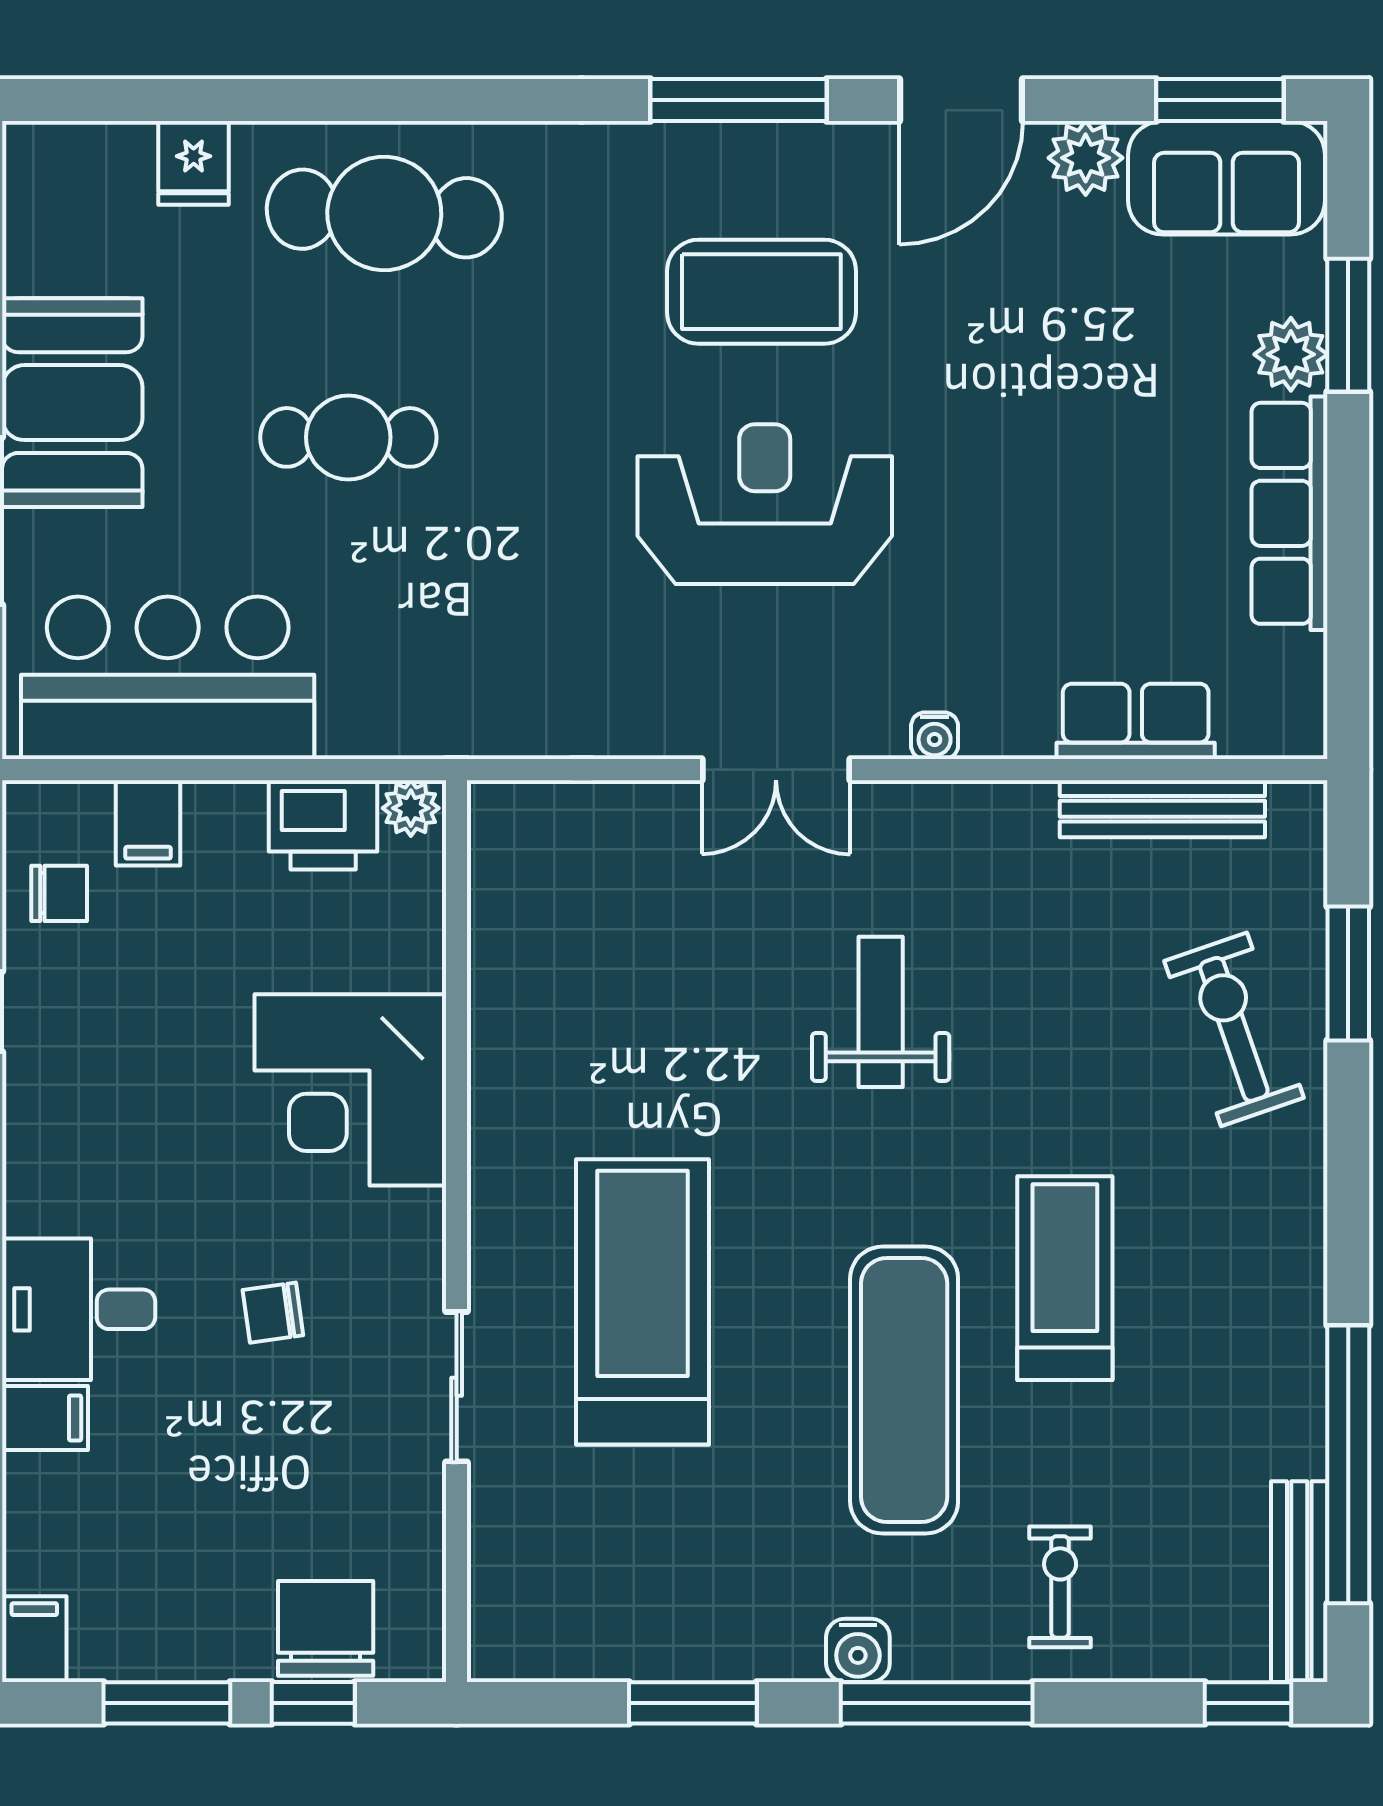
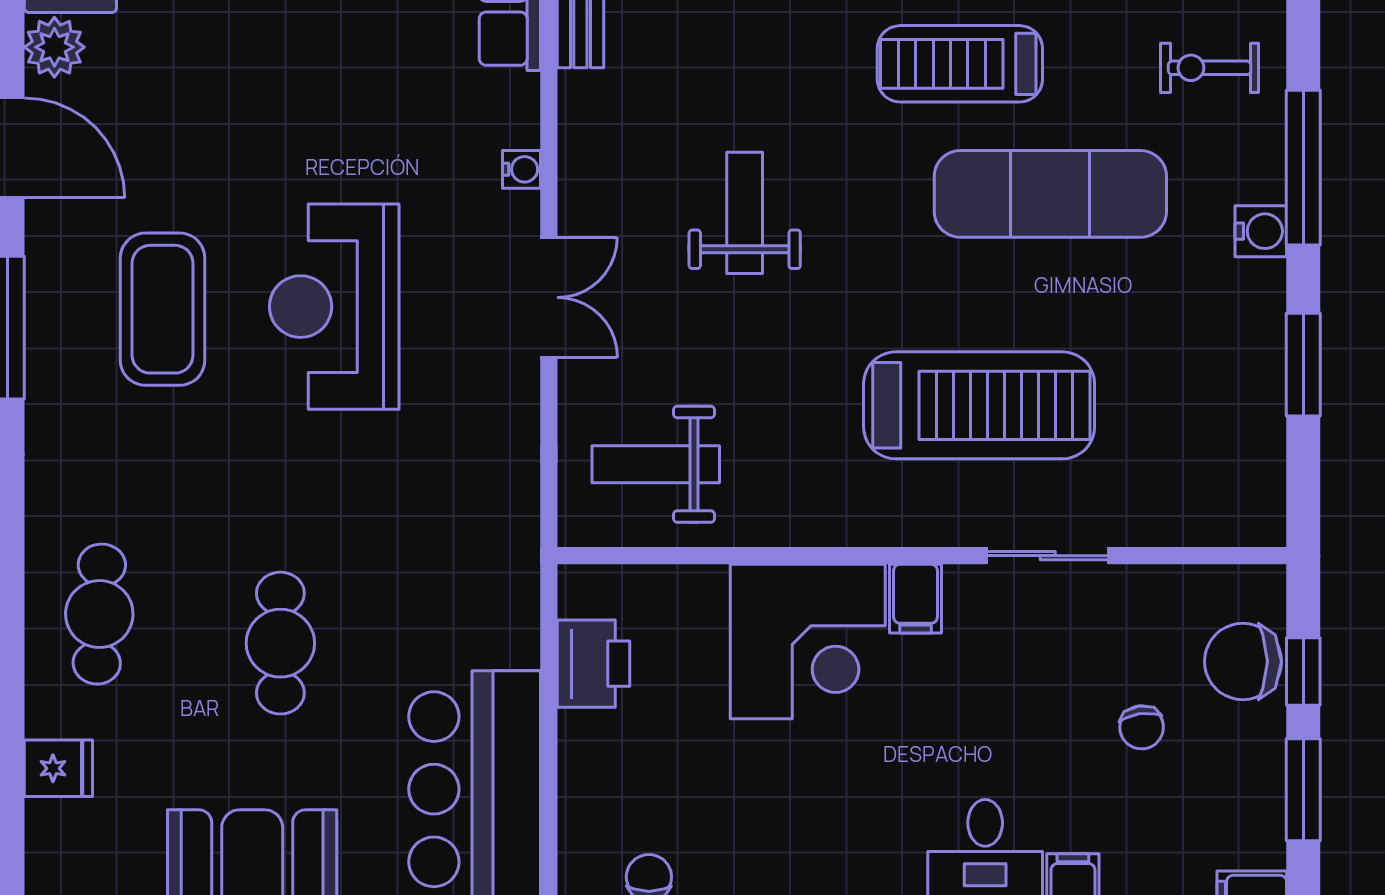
cafe table: (384, 213) -> (99, 614), width x0.73, depth x0.74
plant: (411, 808) -> (580, 593), removed
filing cabinet: (148, 823) -> (915, 599), moved, turned 90
weight bench: (570, 902) -> (656, 464), added
weight bench: (881, 1012) -> (745, 213), turned 90
treadmill: (643, 1302) -> (979, 405), turned 180
chair: (273, 1313) -> (1142, 727), moved

